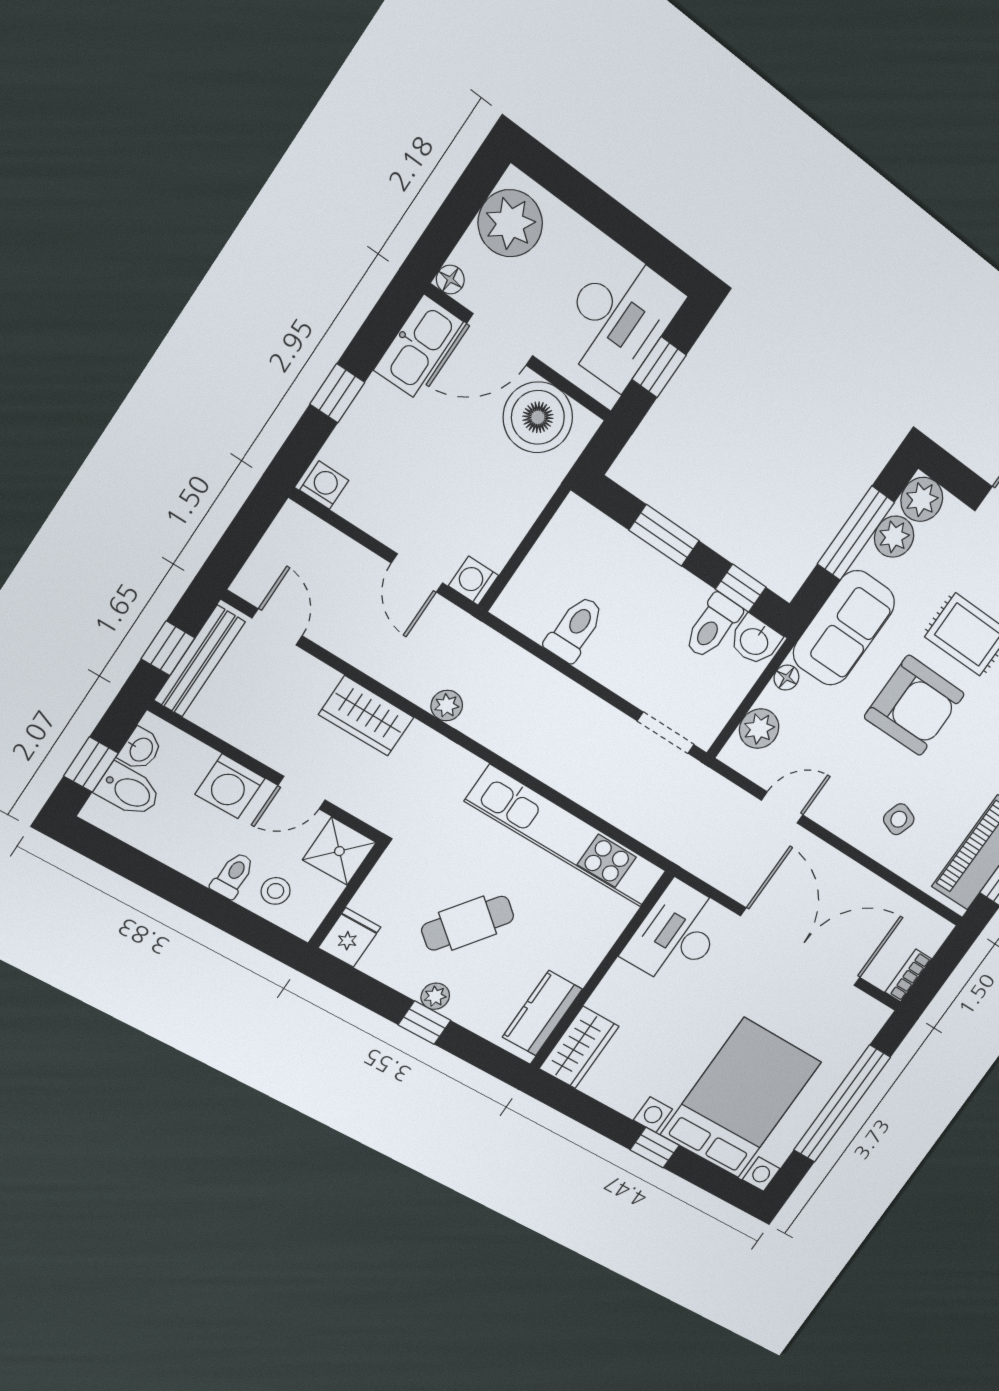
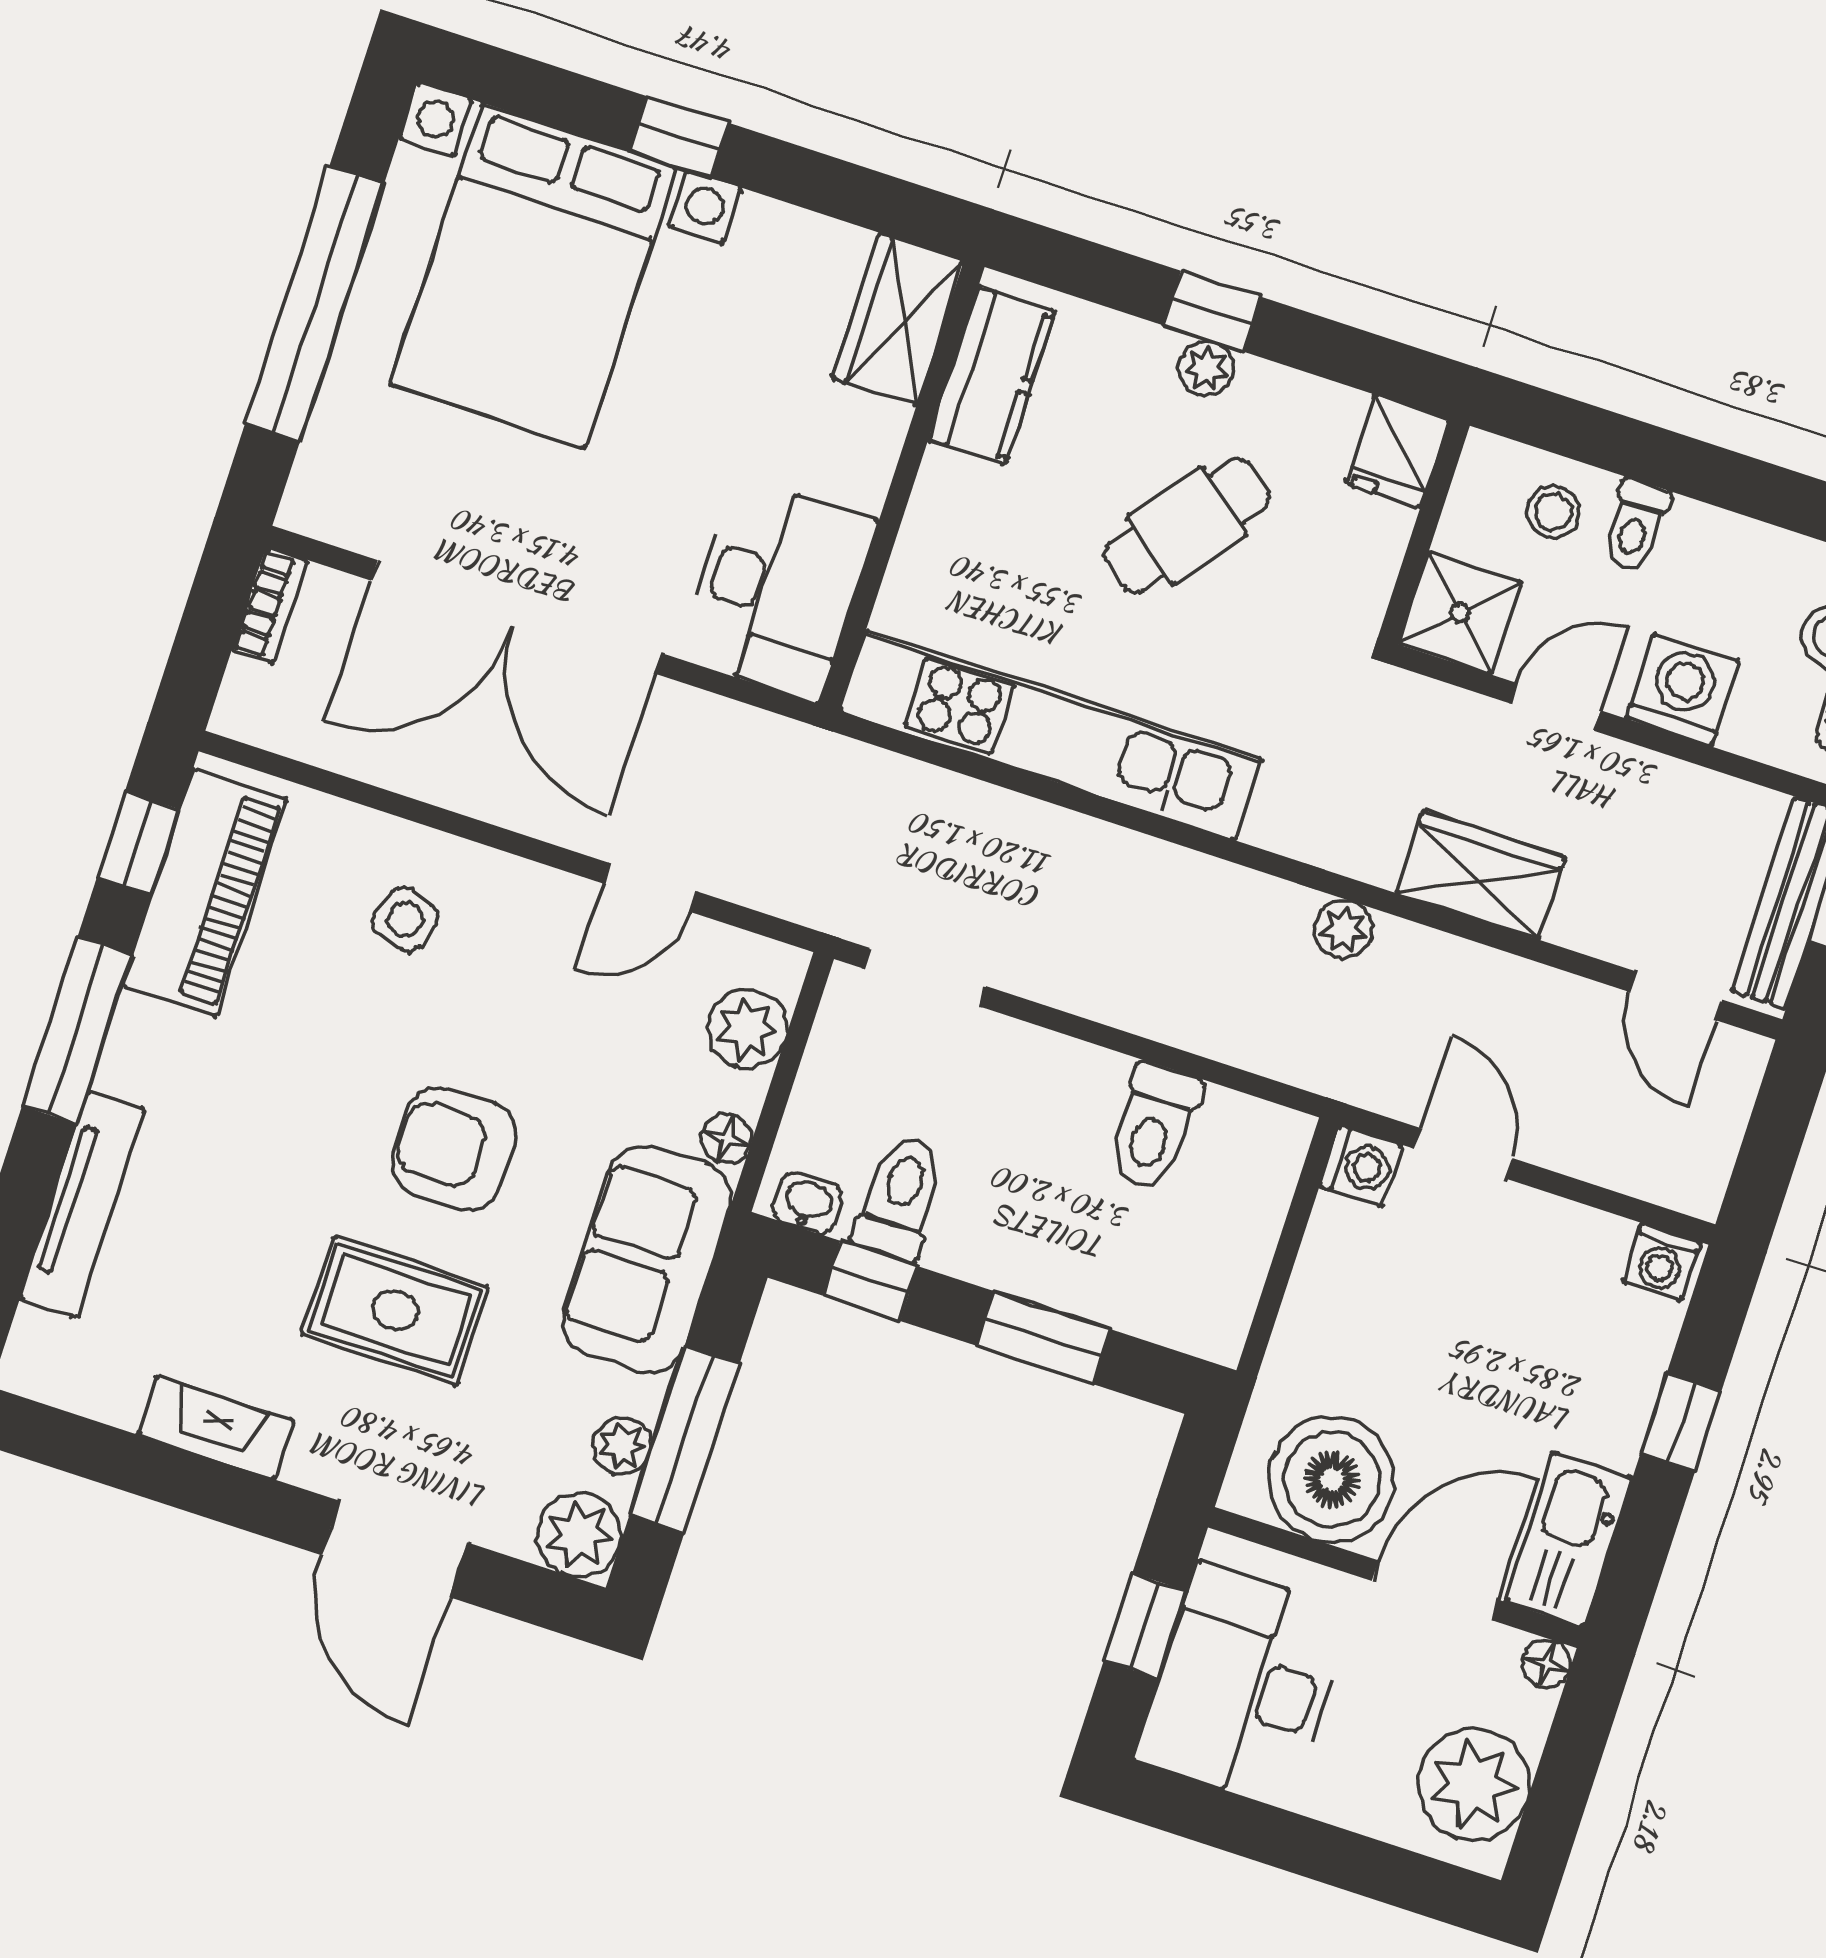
plant: (894, 537) -> (622, 1446), width x0.73, depth x0.73
washbasin: (755, 641) -> (808, 1203), width x0.72, depth x0.69
armchair: (914, 706) -> (454, 1149), width x0.73, depth x0.73

